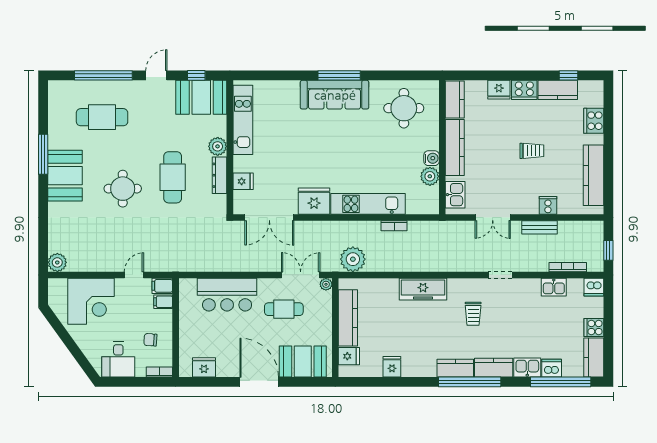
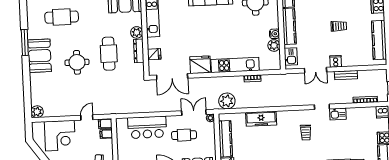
cooker: (548, 205) -> (336, 61), moved
kitchen sink: (554, 287) -> (338, 114), moved
freezer: (423, 289) -> (261, 119), moved

